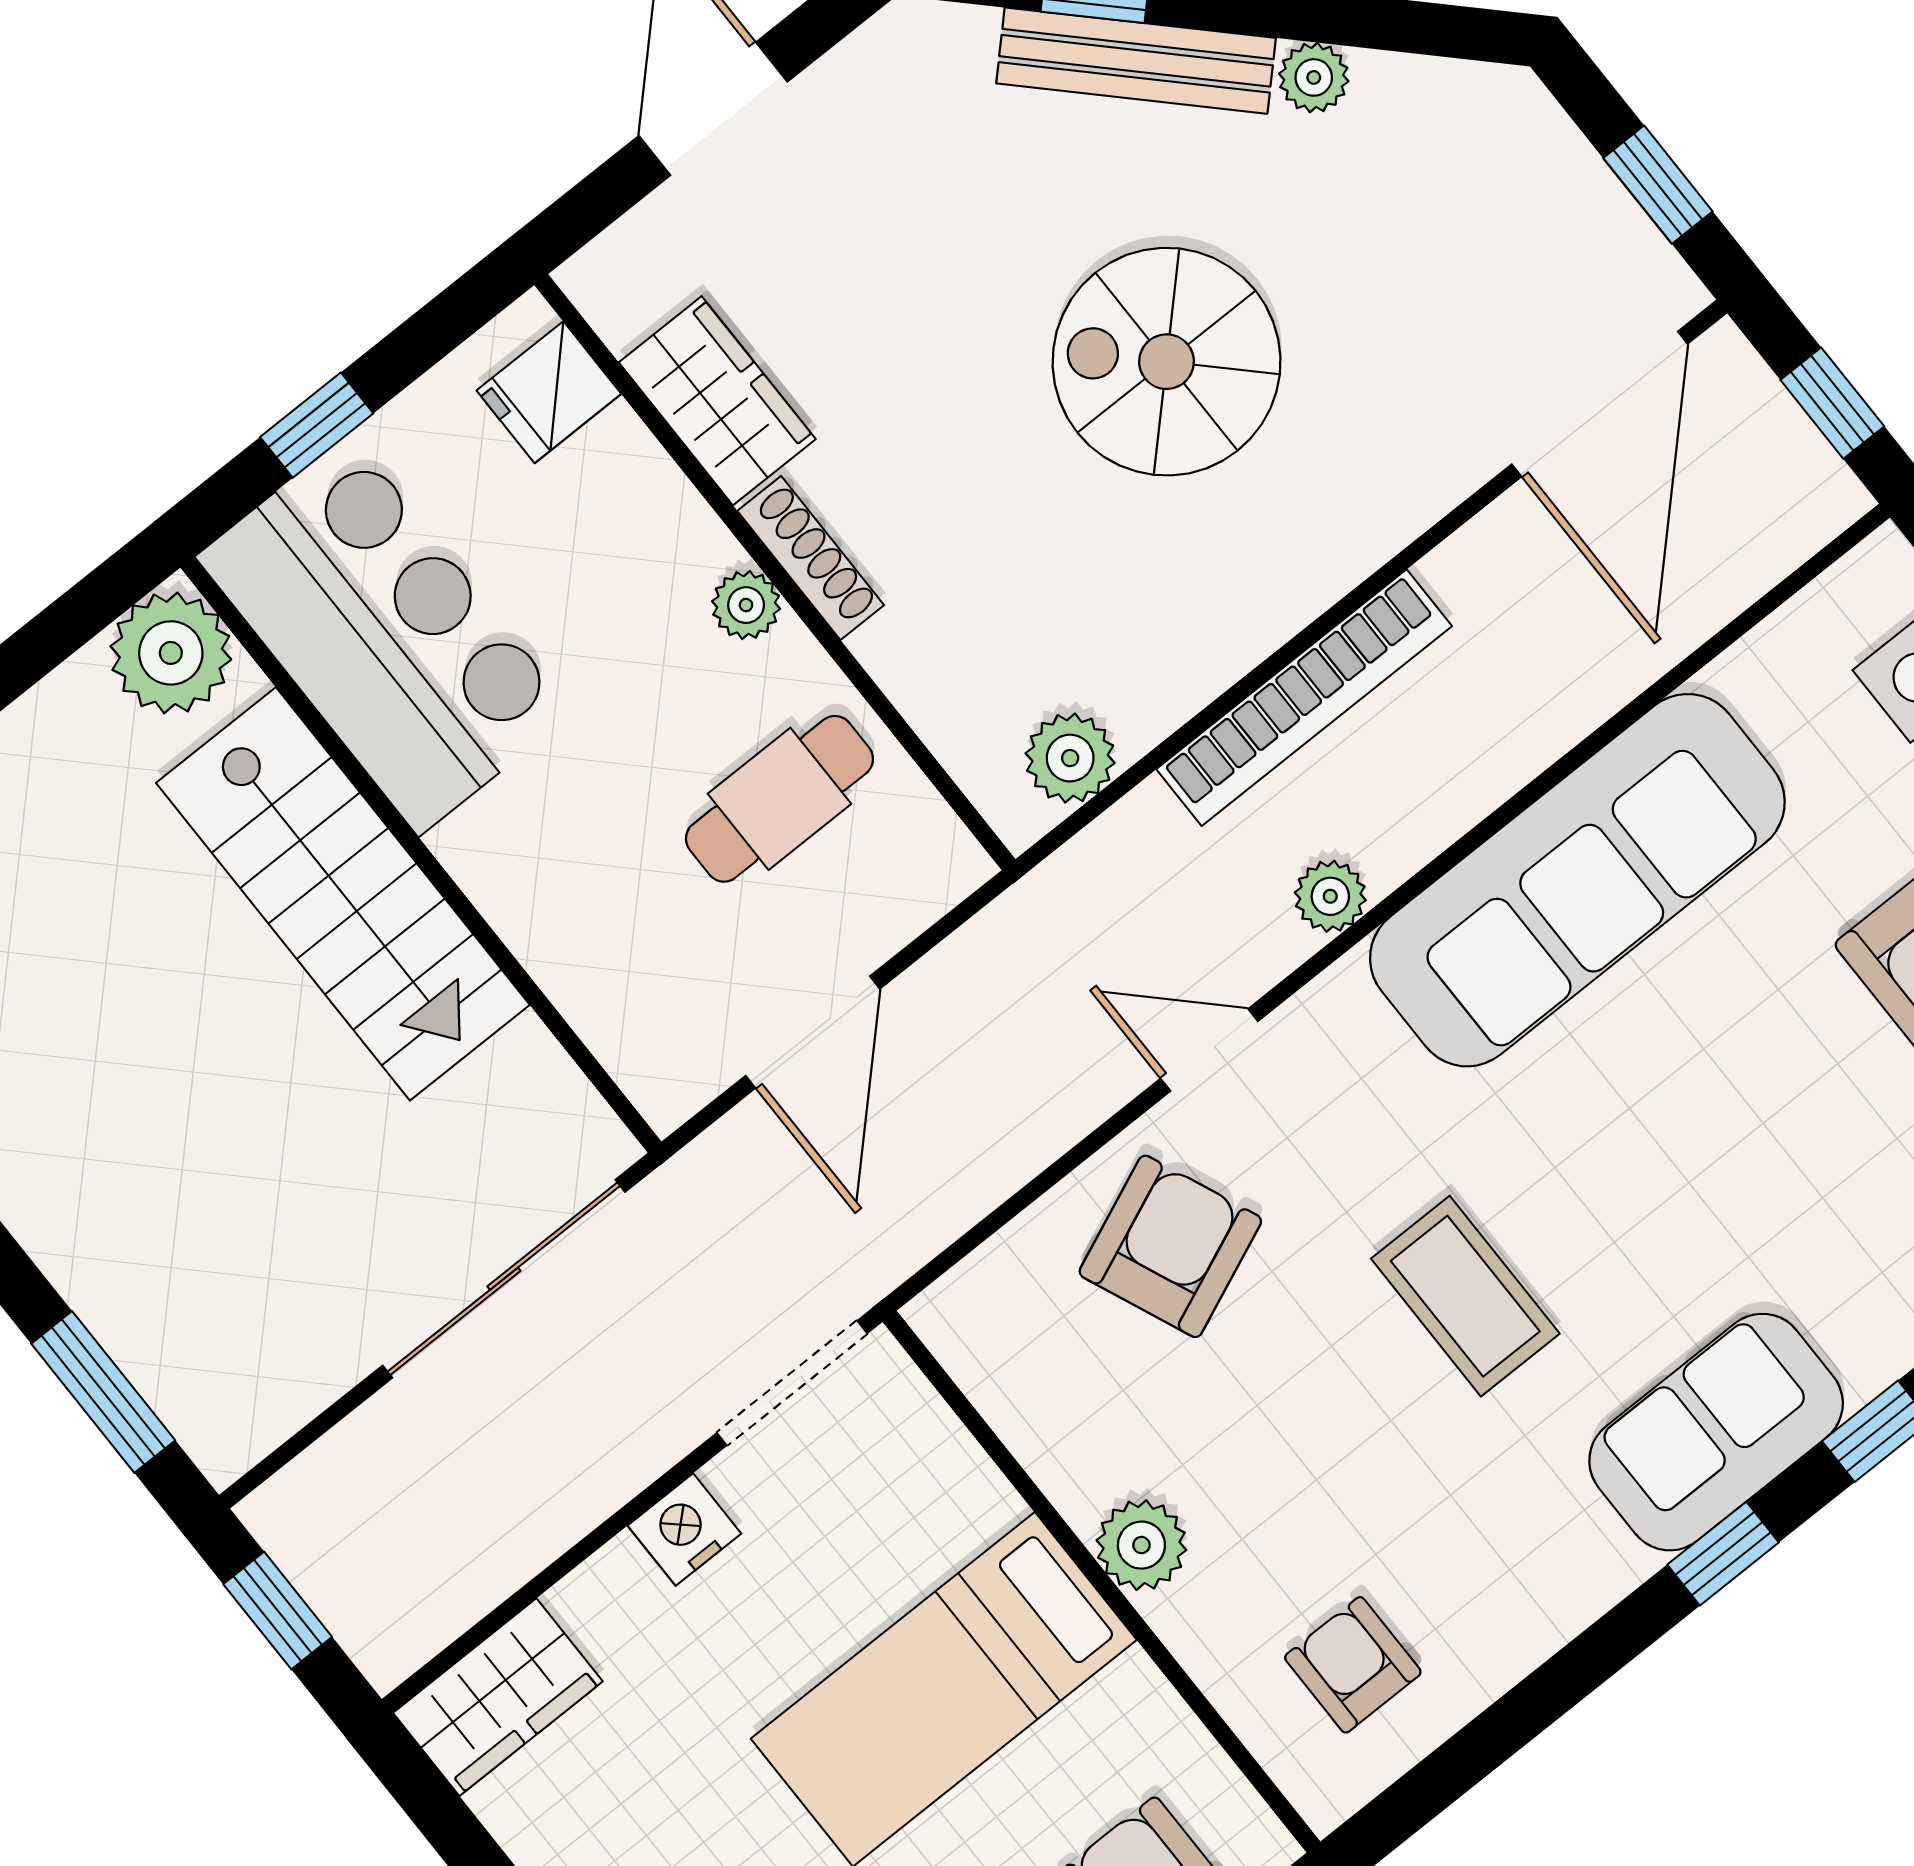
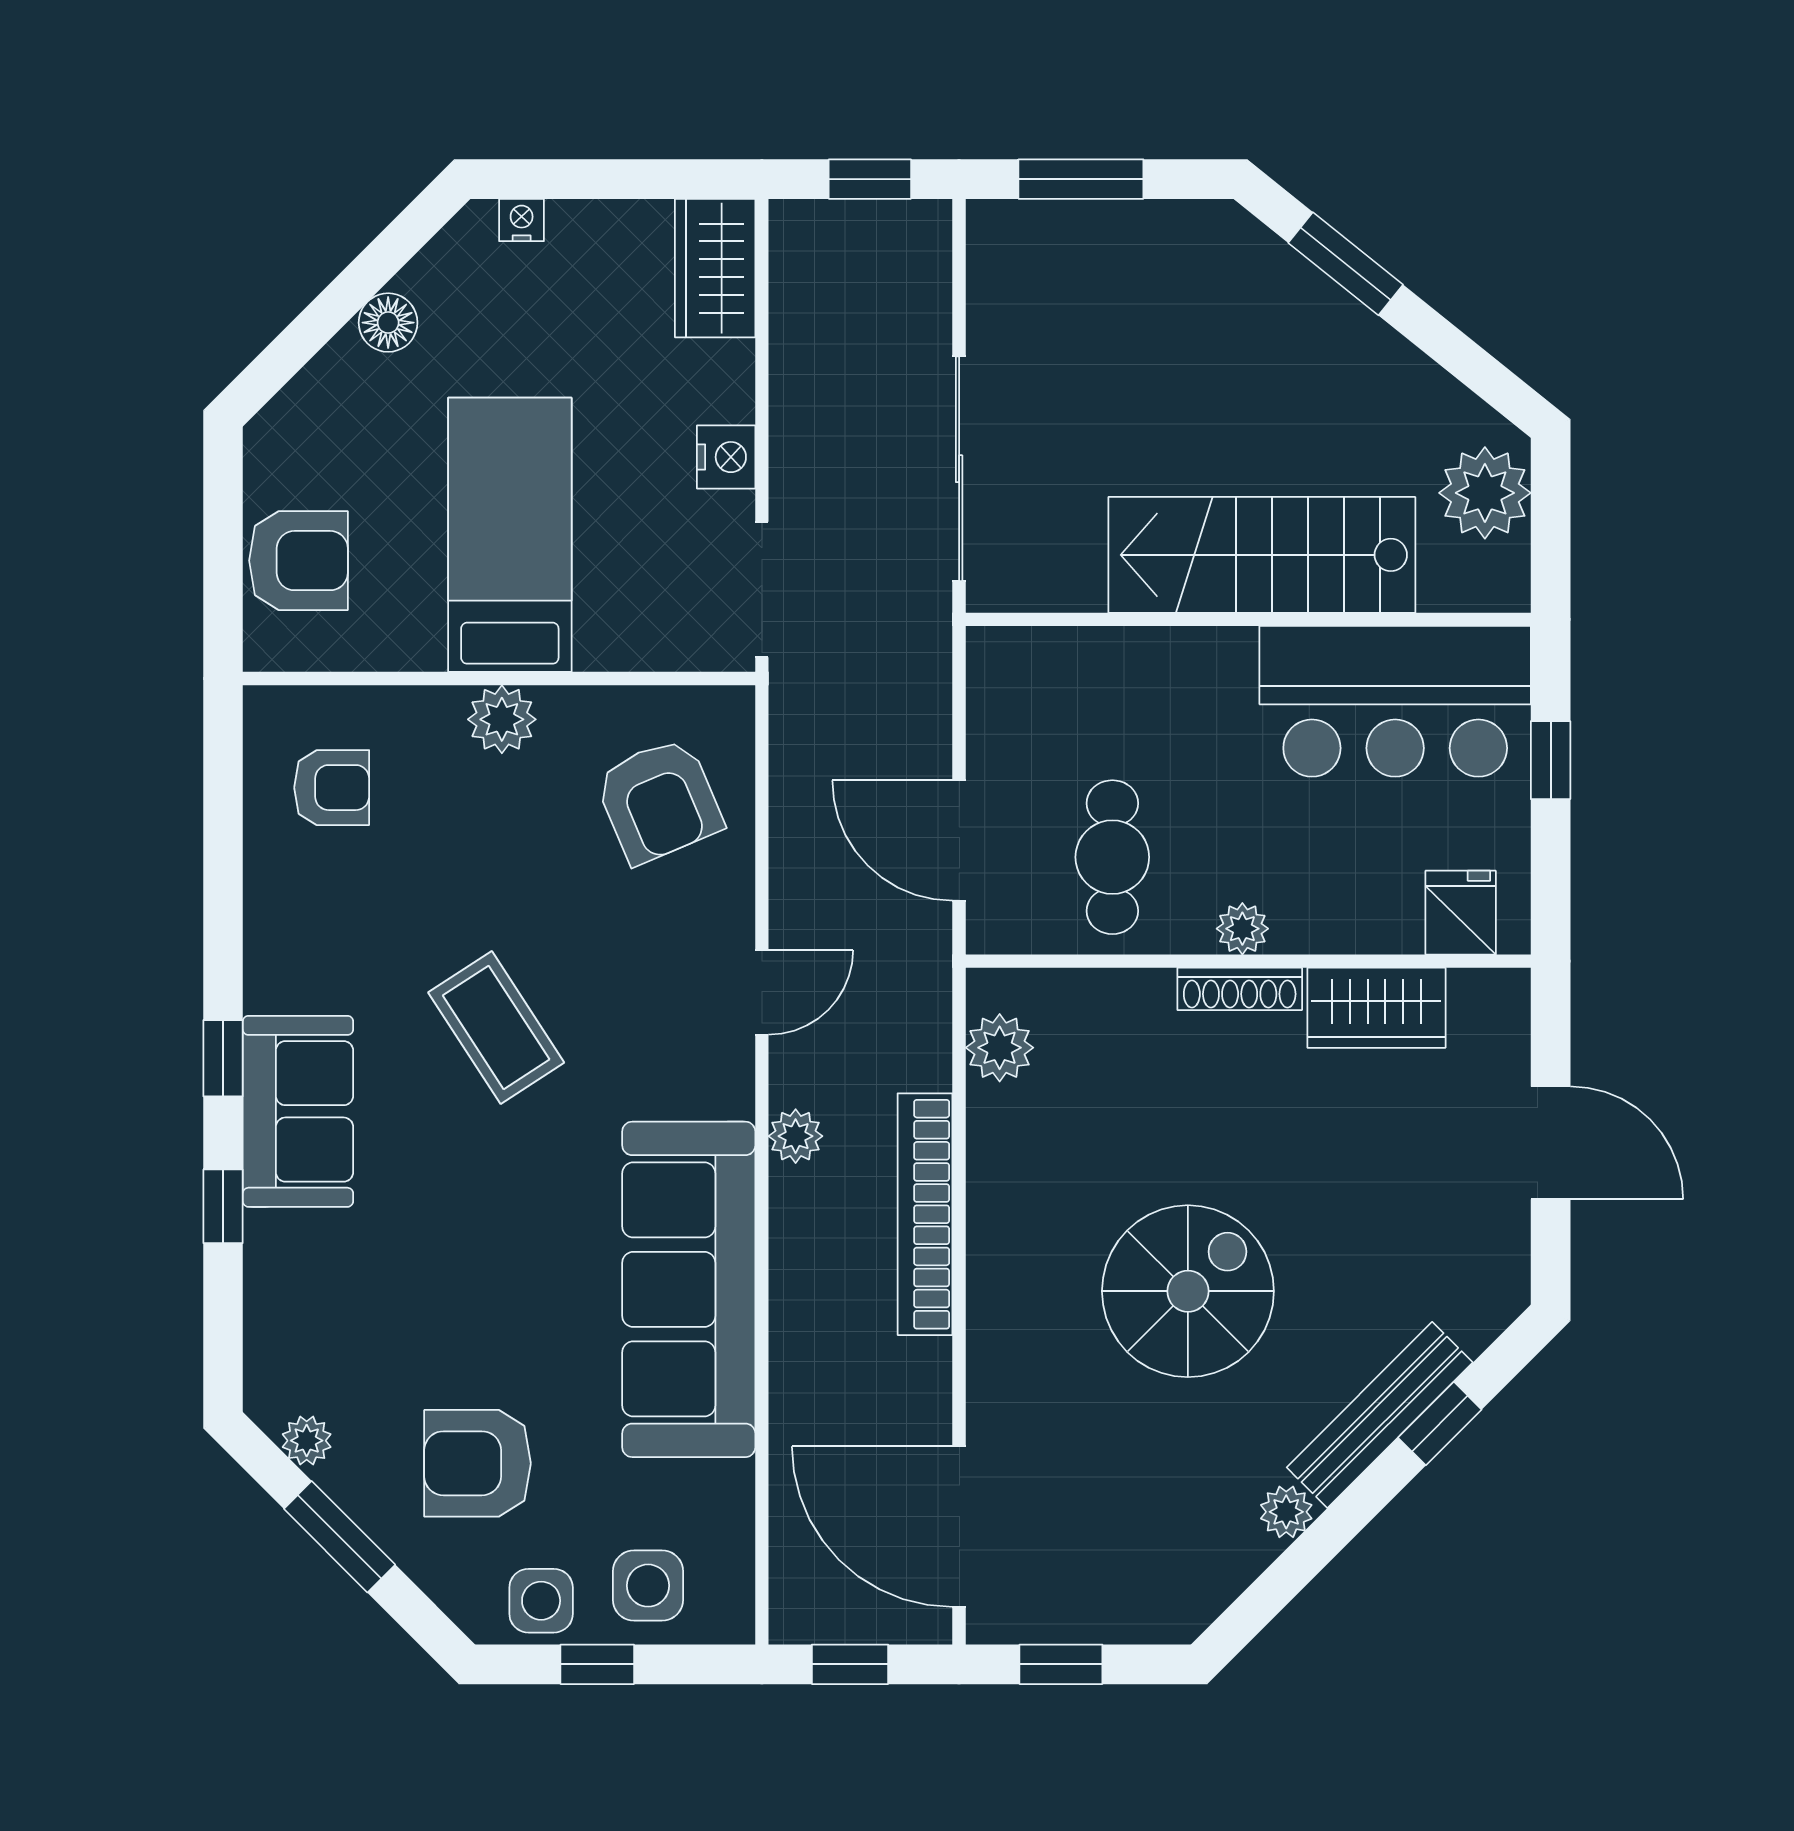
plant: (171, 653) -> (1485, 493), moved
door: (813, 1032) -> (959, 841), moved
armchair: (1170, 1246) -> (659, 801), moved
coffee table: (1465, 1296) -> (496, 1027), turned 57

